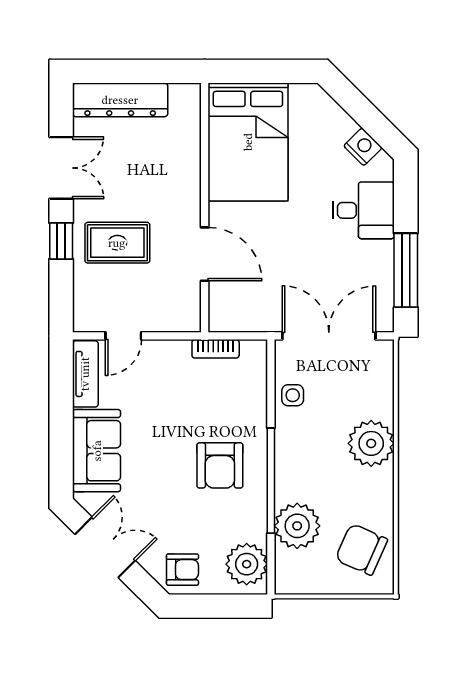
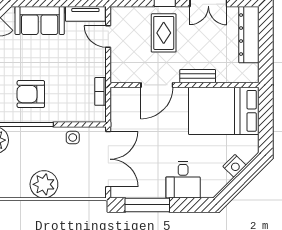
nightstand: (363, 147) -> (234, 166), moved
bench: (190, 186) -> (198, 76), added

